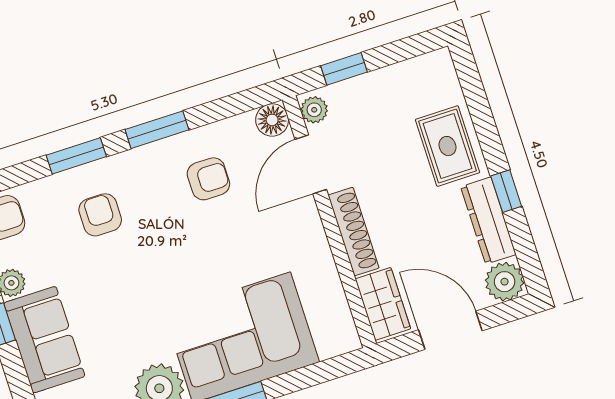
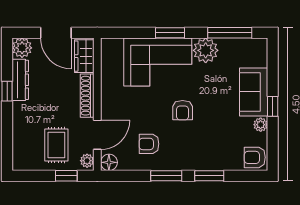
rug: (448, 146) -> (56, 145), moved
armchair: (100, 215) -> (183, 110), moved

